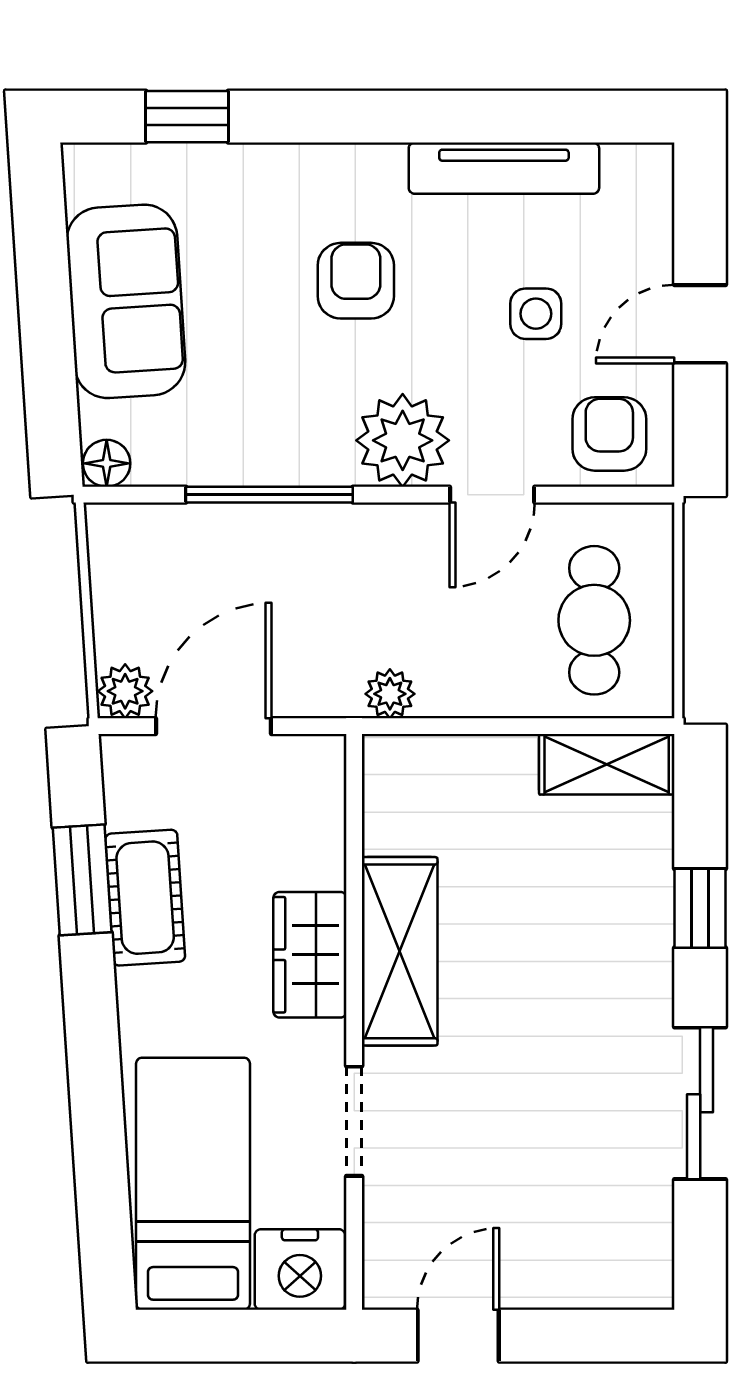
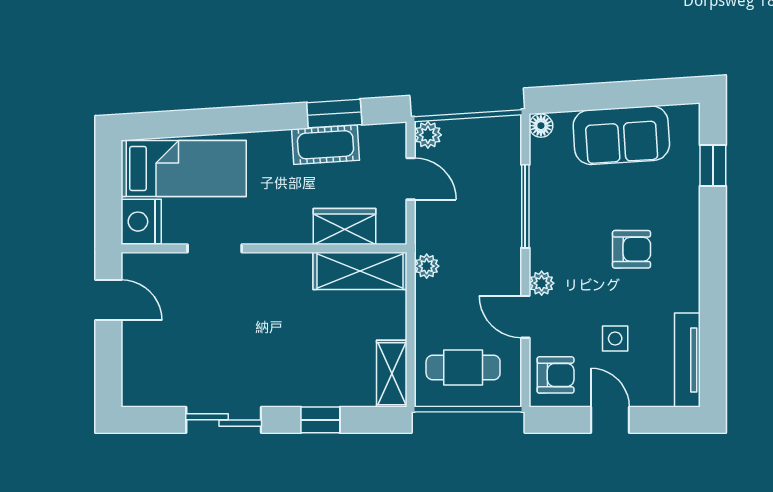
tv unit: (504, 168) -> (687, 360), moved
plant: (403, 440) -> (542, 283), width x0.53, depth x0.53
door: (214, 726) -> (411, 179), width x0.73
shelving: (400, 951) -> (360, 271), moved
wardrobe: (310, 955) -> (344, 226), moved

